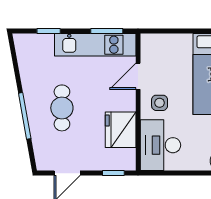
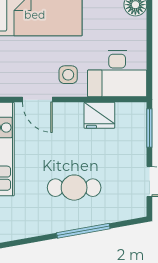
fridge: (121, 130) -> (99, 115), width x0.73, depth x0.75
window: (113, 173) -> (149, 128), width x1.50

